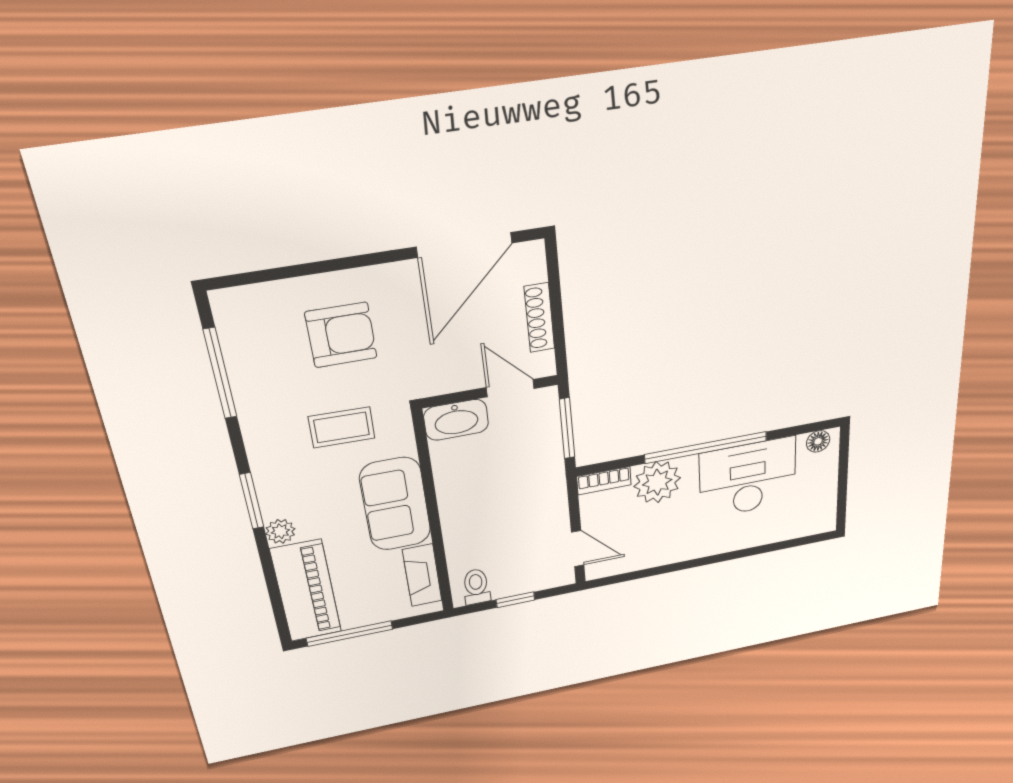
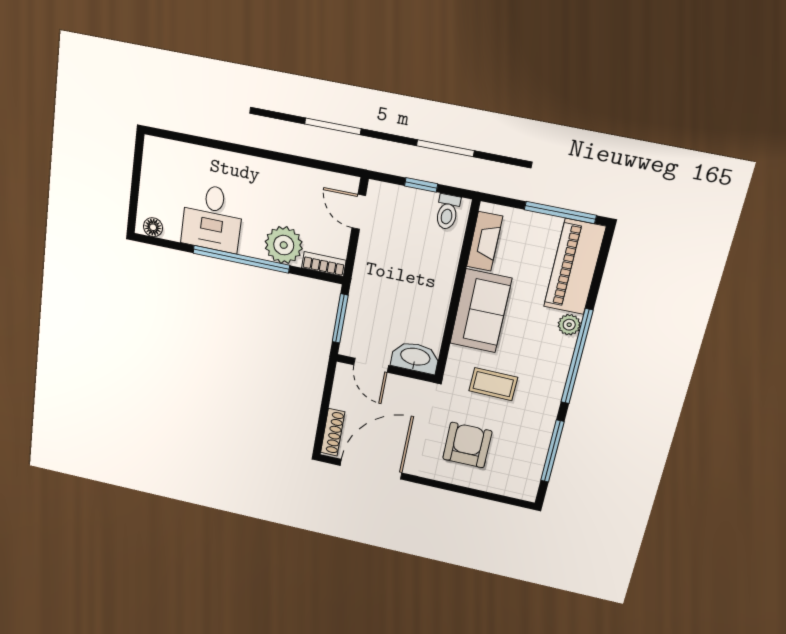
shoe rack: (539, 318) -> (333, 432), moved
armchair: (341, 335) -> (467, 445), turned 90
desk: (748, 478) -> (212, 218), width x0.73
window: (252, 501) -> (577, 357), width x2.11

